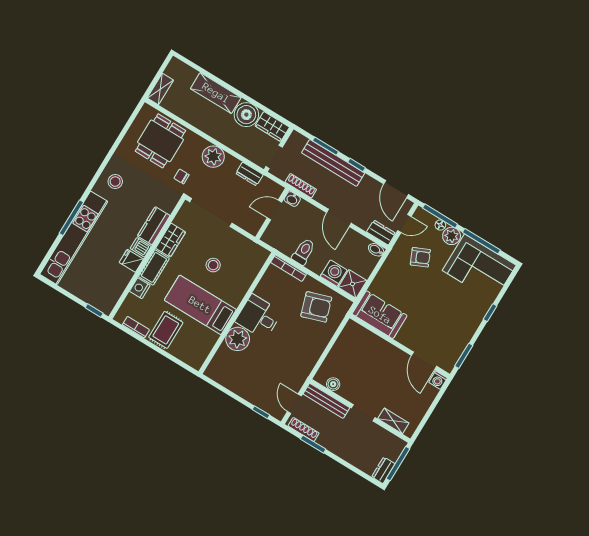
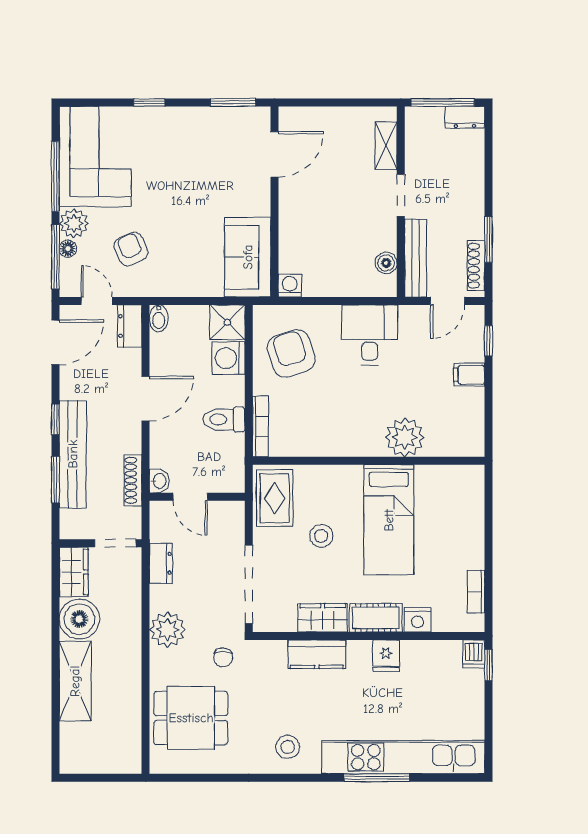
shelving: (160, 89) -> (117, 763), removed
dishwasher: (141, 247) -> (474, 654), moved
desk: (259, 317) -> (370, 335), moved, turned 180
rug: (166, 330) -> (275, 498), moved, turned 90
washing machine: (438, 380) -> (290, 286), moved, turned -90
filing cabinet: (250, 392) -> (469, 375), added

